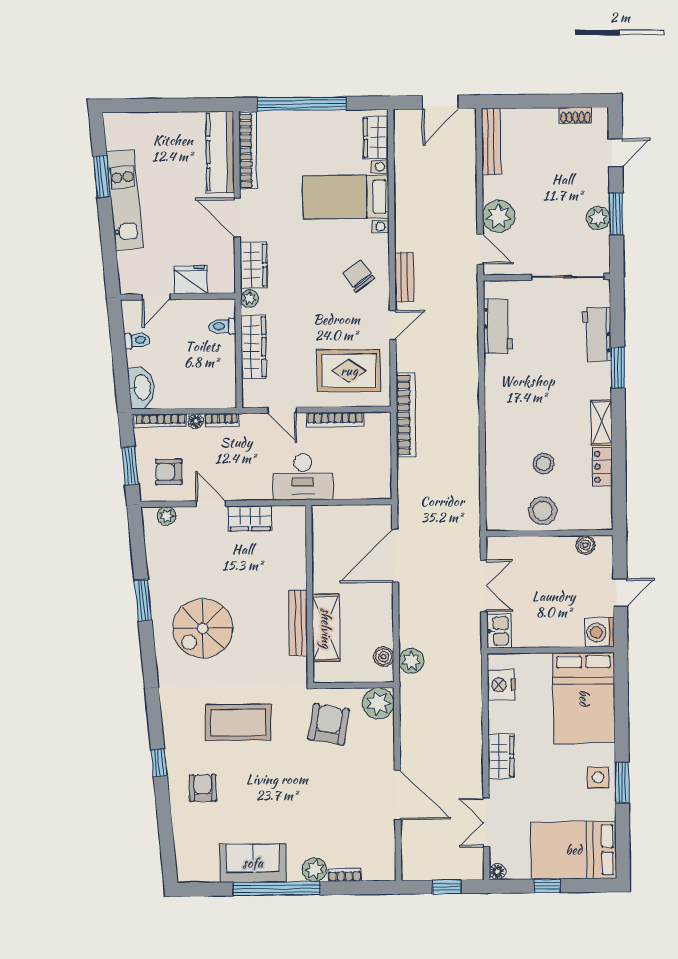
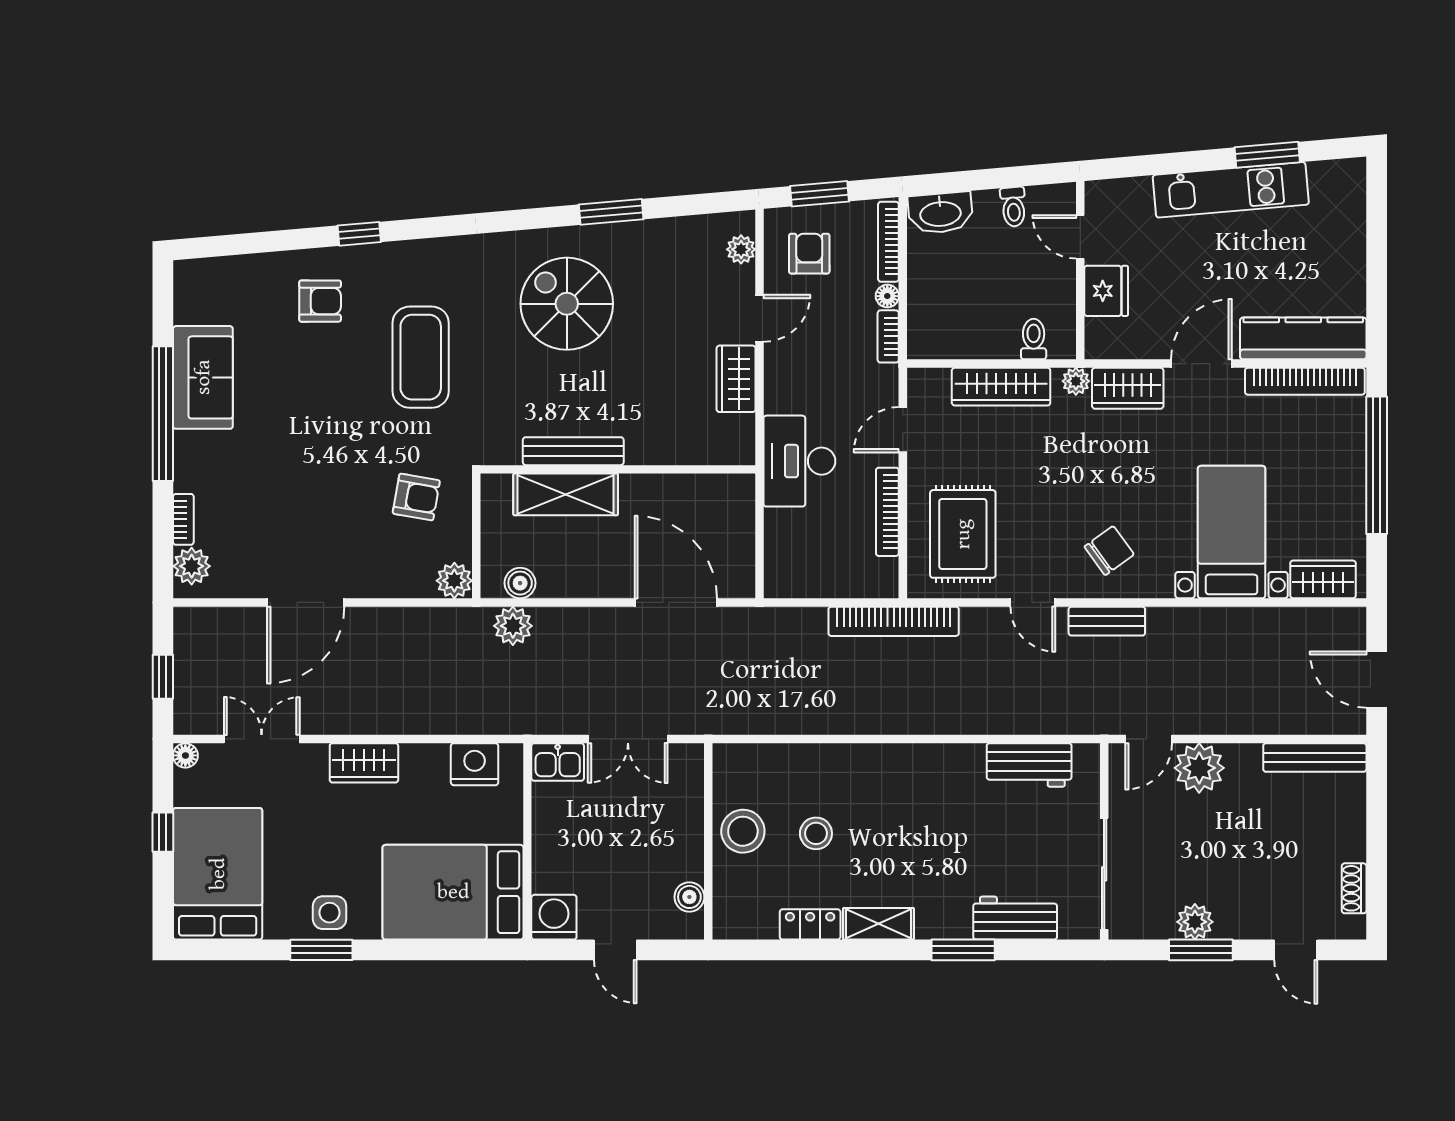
plant: (378, 703) -> (454, 581), width x0.73, depth x0.73
armchair: (329, 724) -> (416, 497), width x0.72, depth x0.72
plant: (314, 870) -> (192, 566), moved

